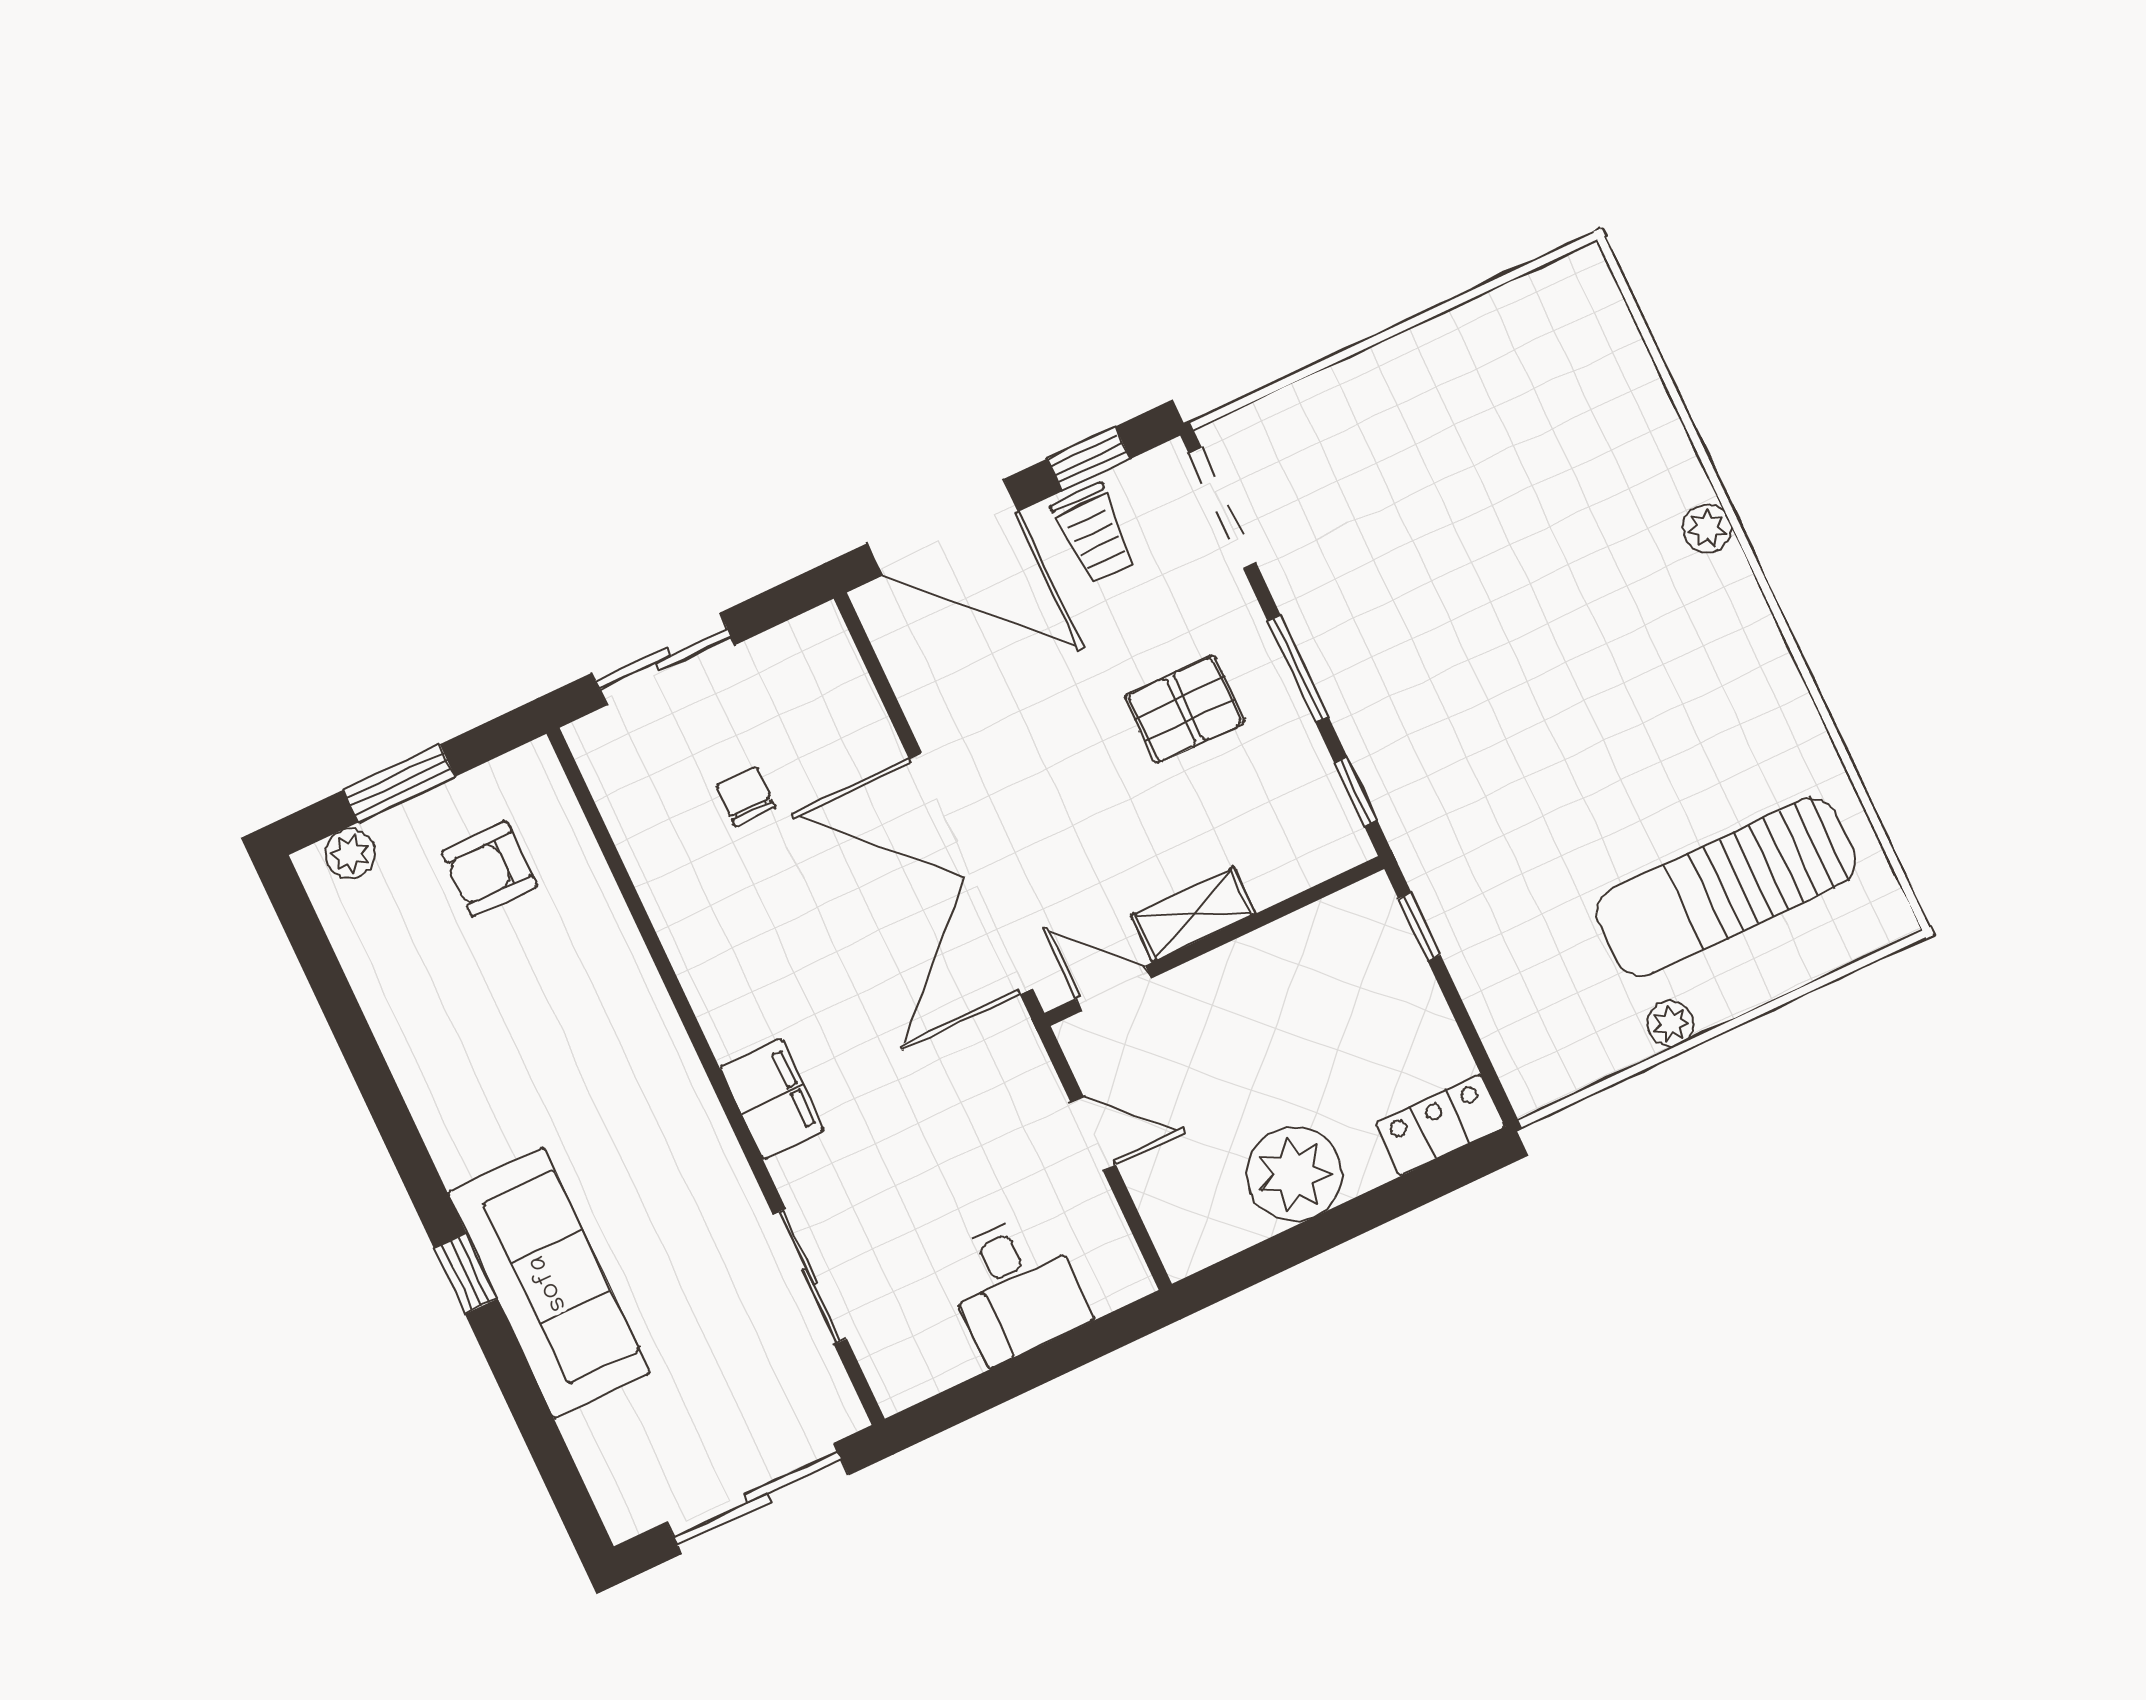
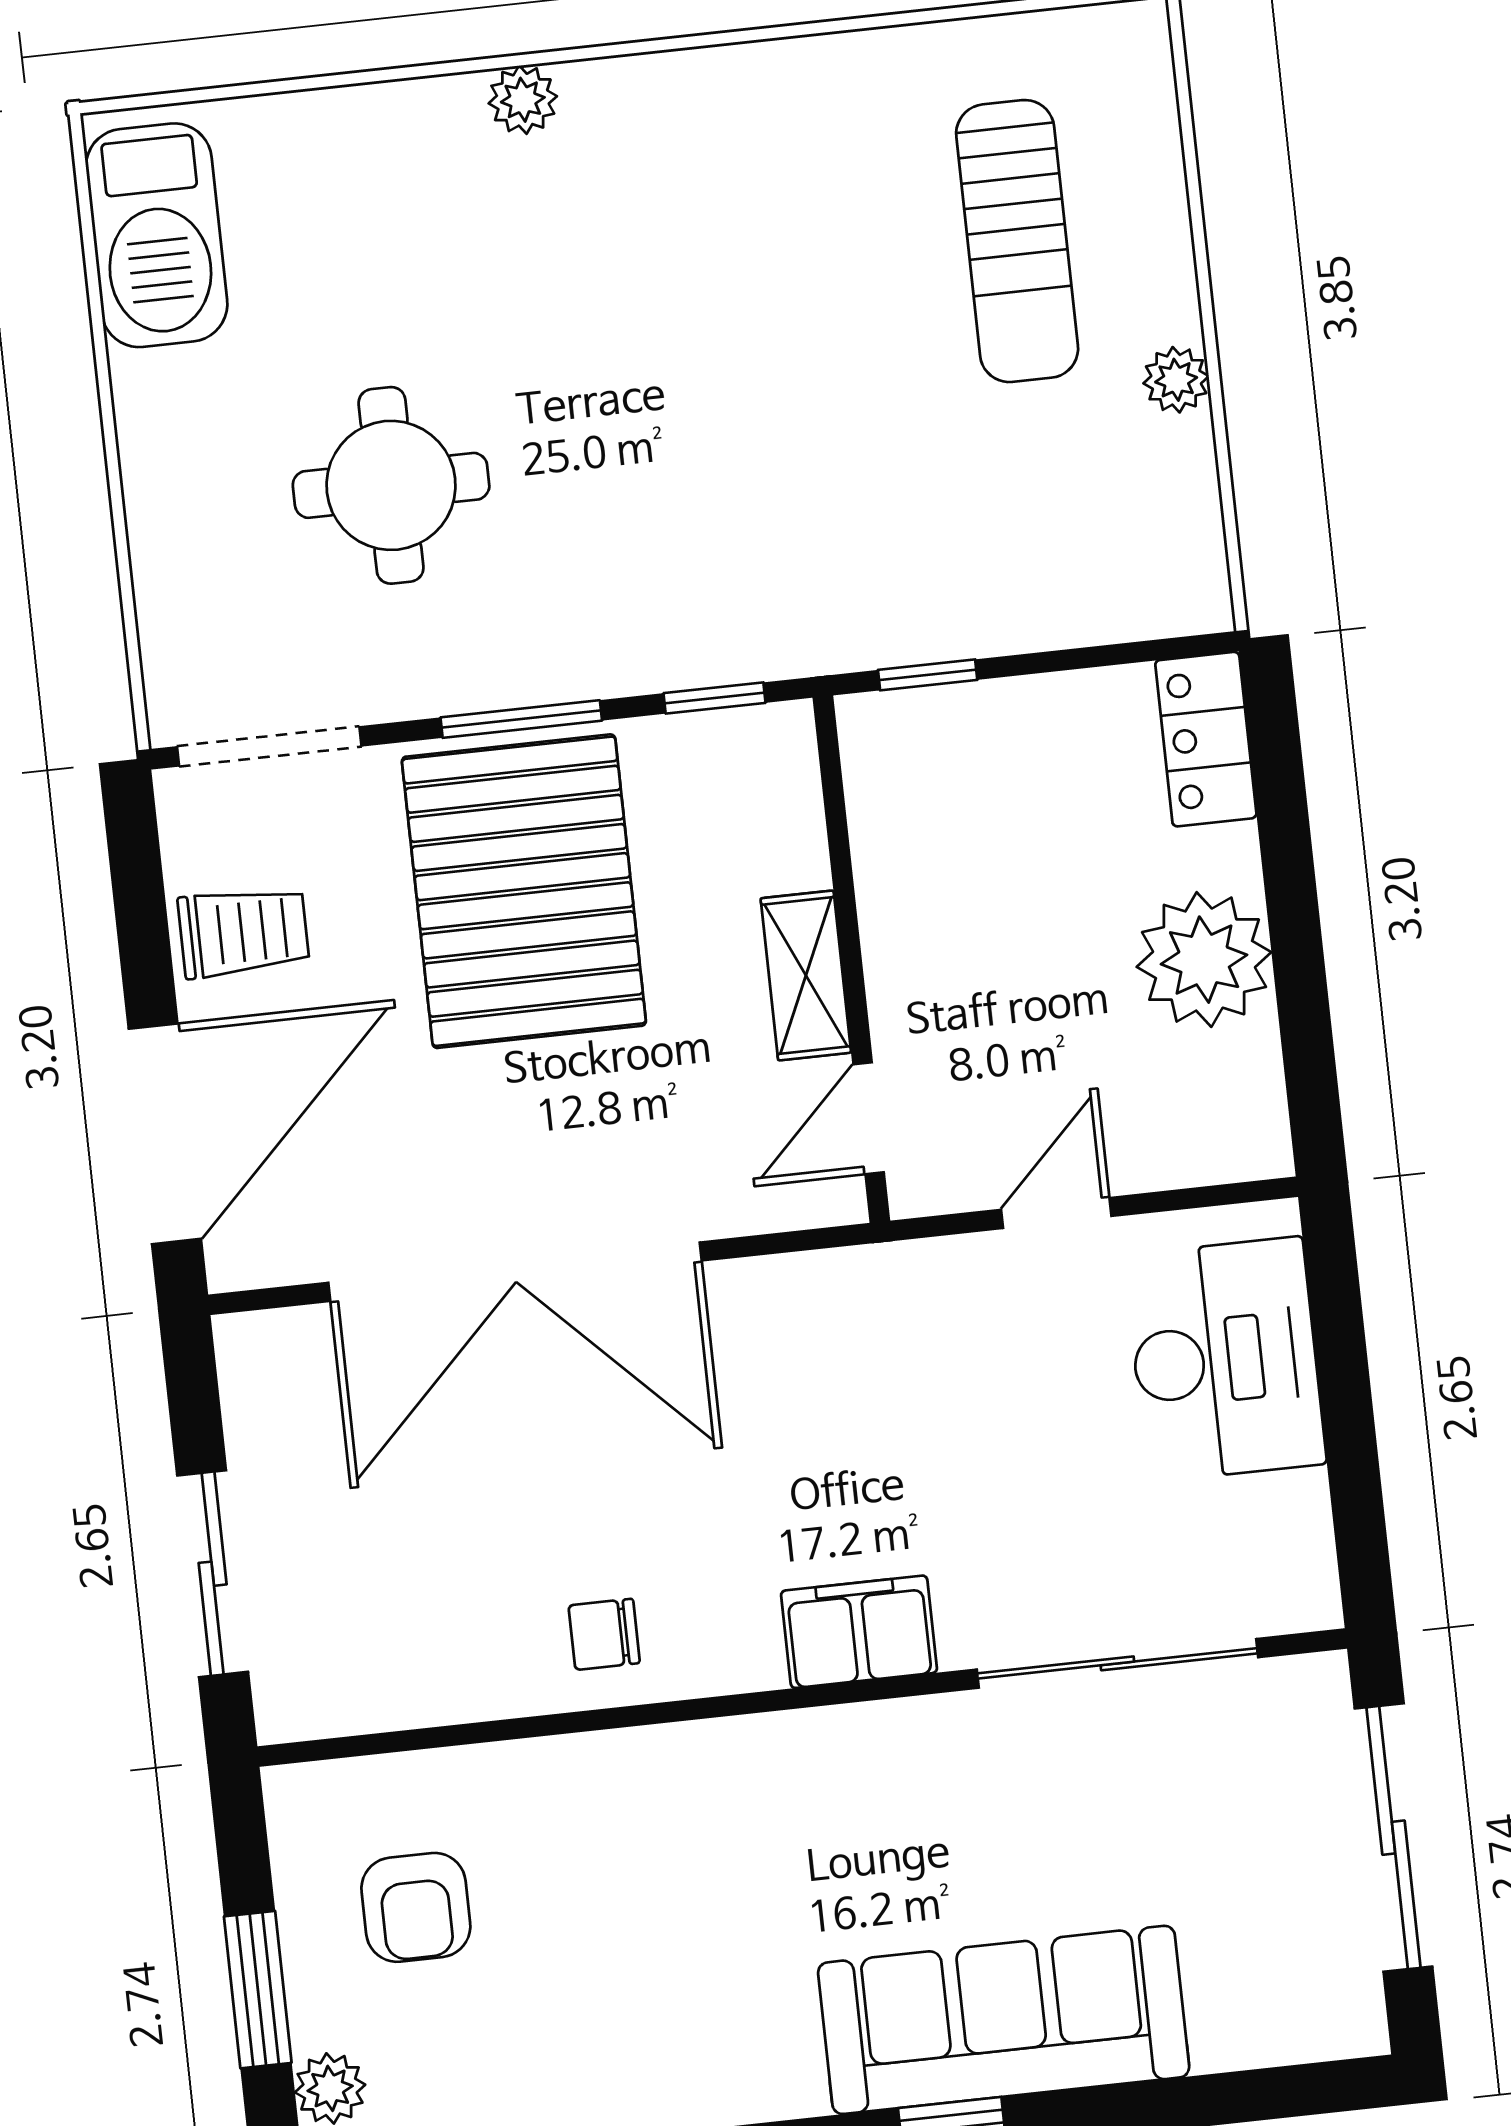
barbecue: (1534, 318) -> (157, 235), added
window: (1089, 459) -> (140, 905), removed
round table: (1422, 529) -> (391, 485), added
pallet: (1185, 709) -> (524, 891), width x2.05, depth x2.00
chair: (746, 796) -> (604, 1634), moved
double door: (971, 874) -> (515, 1272), moved
sun lounger: (1726, 887) -> (1017, 241), width x0.73, depth x0.75
sliding door: (810, 1277) -> (1117, 1663), width x1.37
desk: (1015, 1288) -> (1225, 1359), width x1.37

